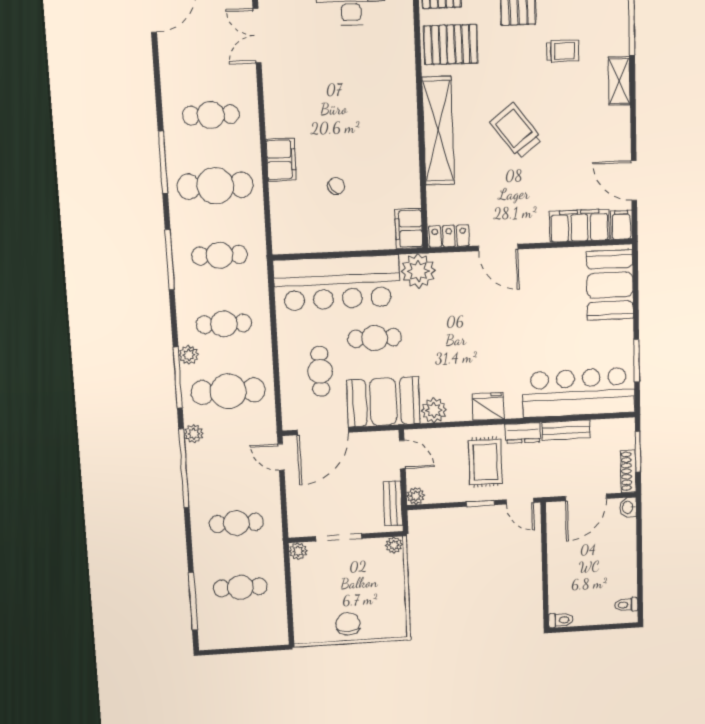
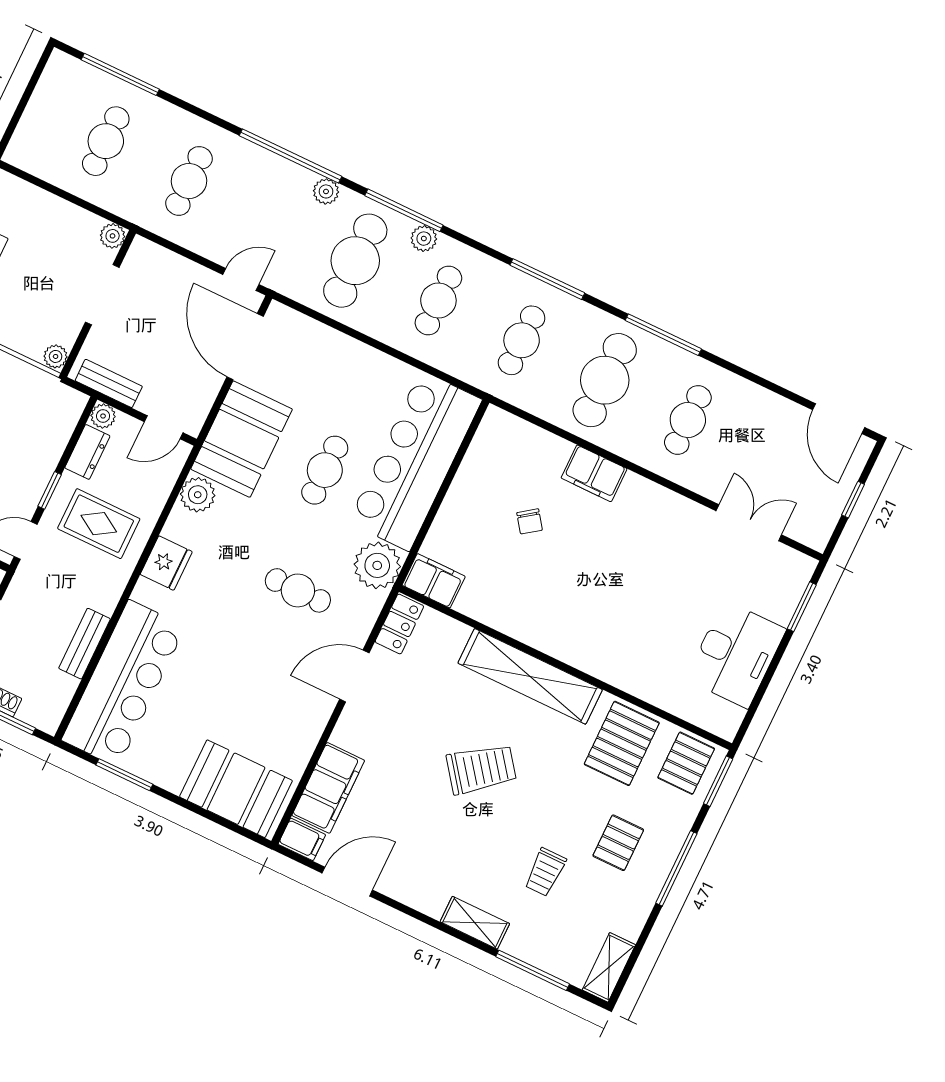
cafe table: (320, 371) -> (298, 590), moved
dresser: (523, 433) -> (87, 452), moved, turned 180

